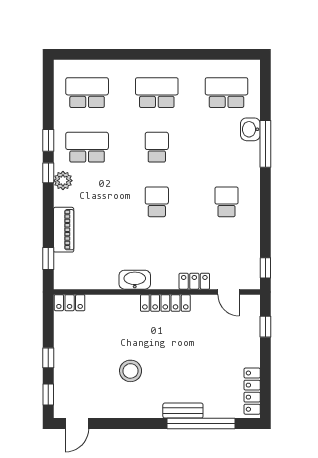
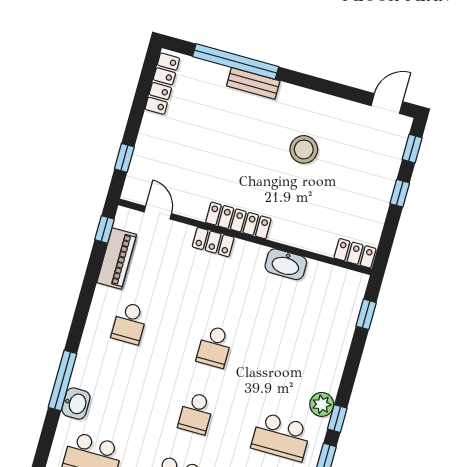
piano: (64, 230) -> (117, 259), moved, turned 180
washbasin: (135, 280) -> (286, 264), moved
locker: (194, 281) -> (213, 242), moved

